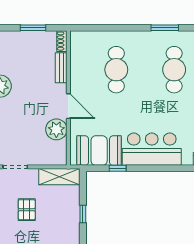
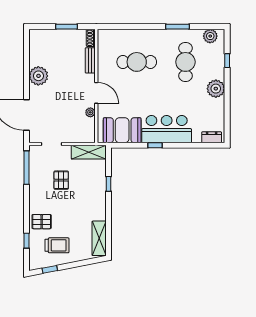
cafe table: (116, 70) -> (137, 62), turned 90
plant: (56, 129) -> (90, 112), width x0.53, depth x0.53
window: (118, 168) -> (155, 145), moved

